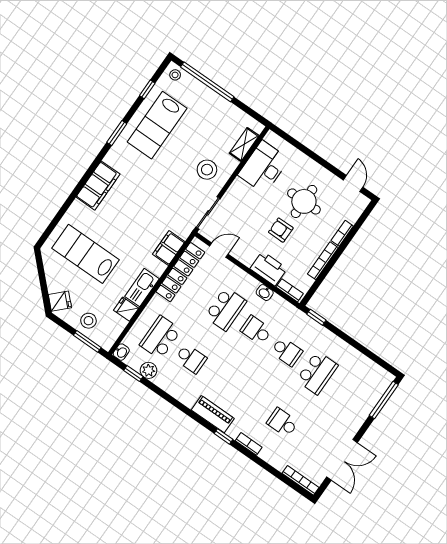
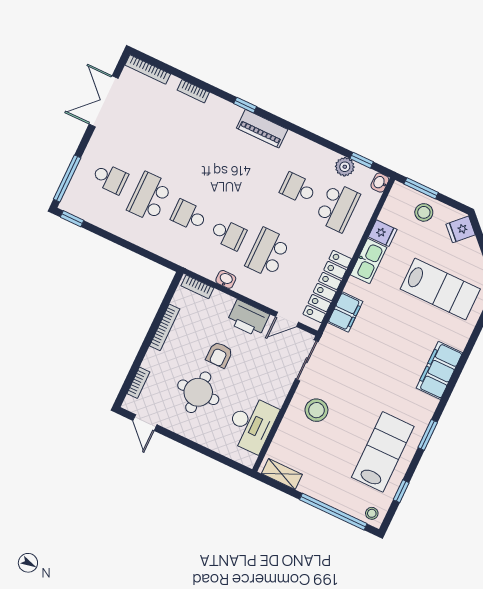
shelving: (244, 144) -> (282, 474), moved, turned 90
armchair: (281, 230) -> (219, 355), turned 90
bookcase: (342, 233) -> (138, 383), moved
printer: (269, 269) -> (248, 318), moved
window: (316, 317) -> (72, 219), moved
school desk: (282, 423) -> (110, 178), moved
bookcase: (249, 444) -> (193, 91), moved

